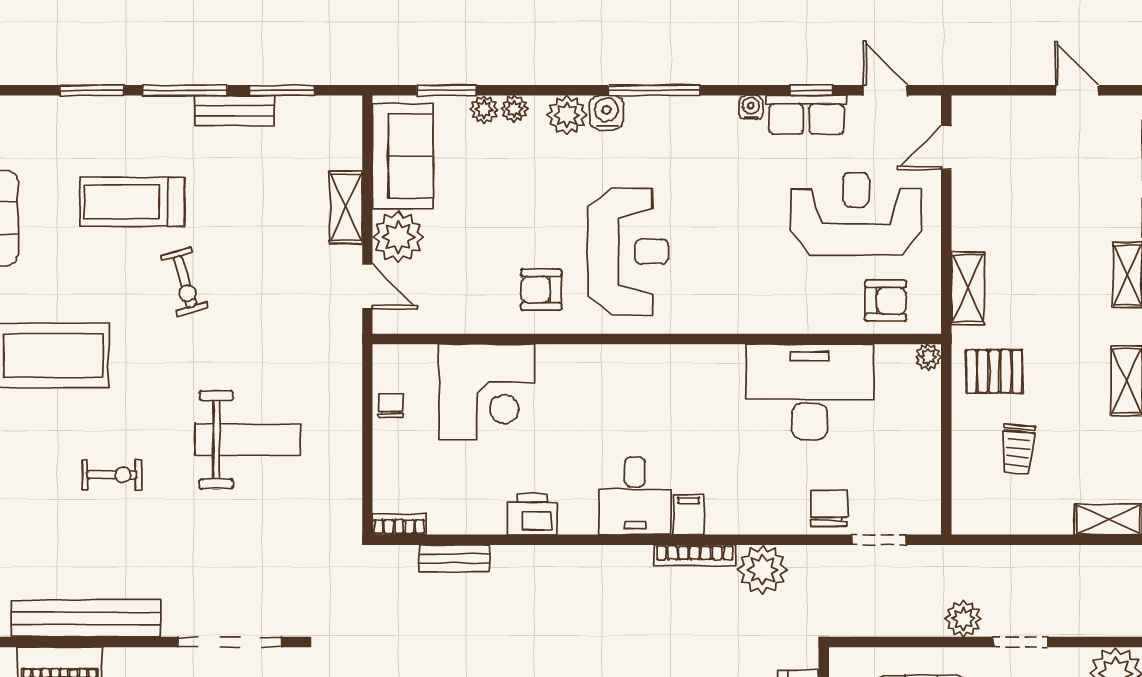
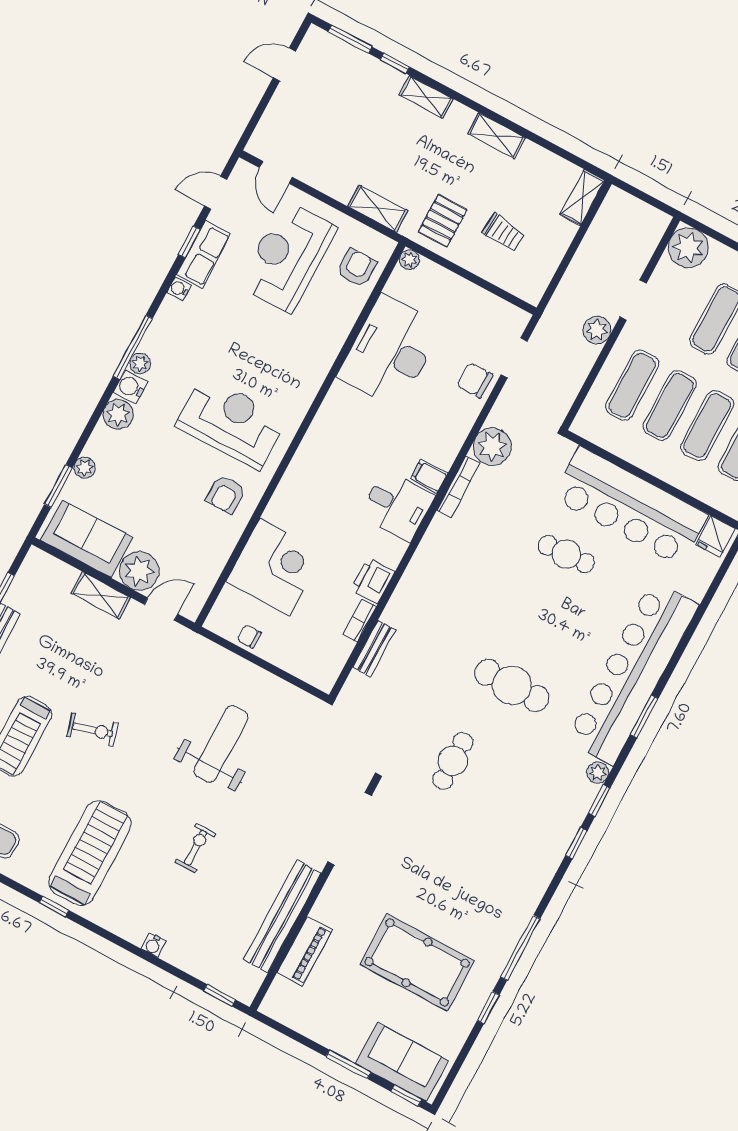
plant: (514, 109) -> (140, 364), moved
bookcase: (399, 524) -> (360, 620), moved

